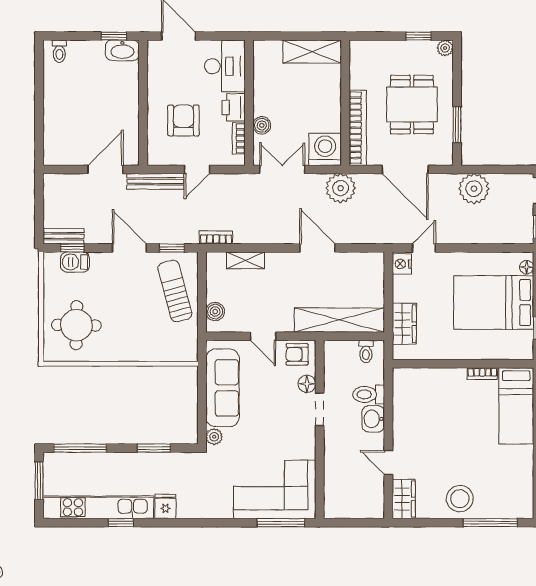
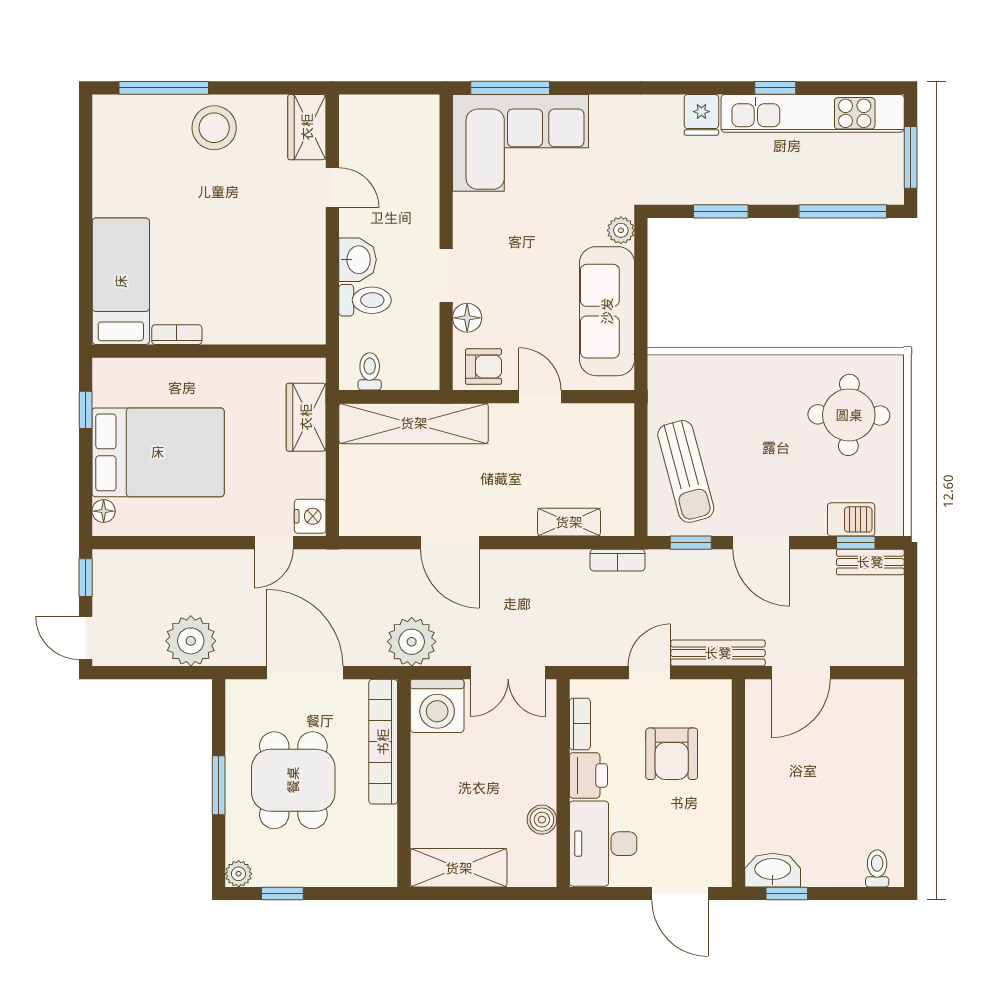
boiler: (262, 125) -> (542, 820), moved
window: (457, 125) -> (219, 785), moved
boiler: (215, 312) -> (619, 437), removed

